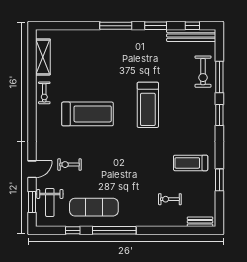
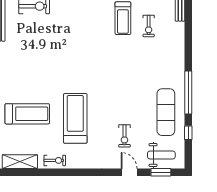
treadmill: (148, 105) -> (27, 114), moved
exercise bike: (170, 199) -> (149, 26), moved

